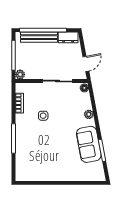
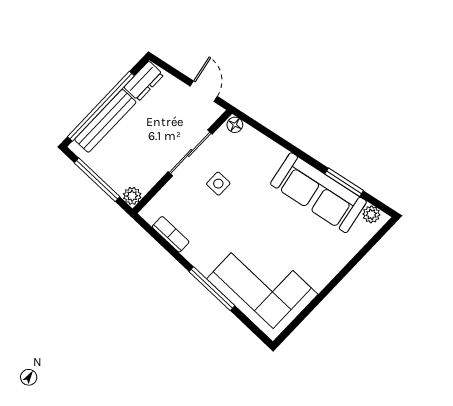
plant: (89, 114) -> (371, 214), moved
side table: (43, 116) -> (218, 184), moved
sofa: (89, 144) -> (318, 193), width x1.36
corner sofa: (33, 157) -> (262, 287), added

